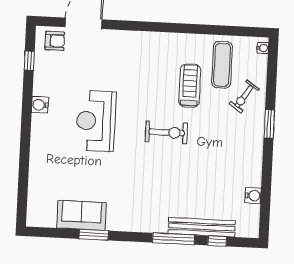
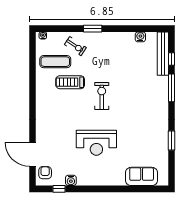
water cooler: (40, 105) -> (71, 180), moved
sofa: (82, 215) -> (142, 176), moved, turned 90
bench: (202, 227) -> (163, 54), moved

